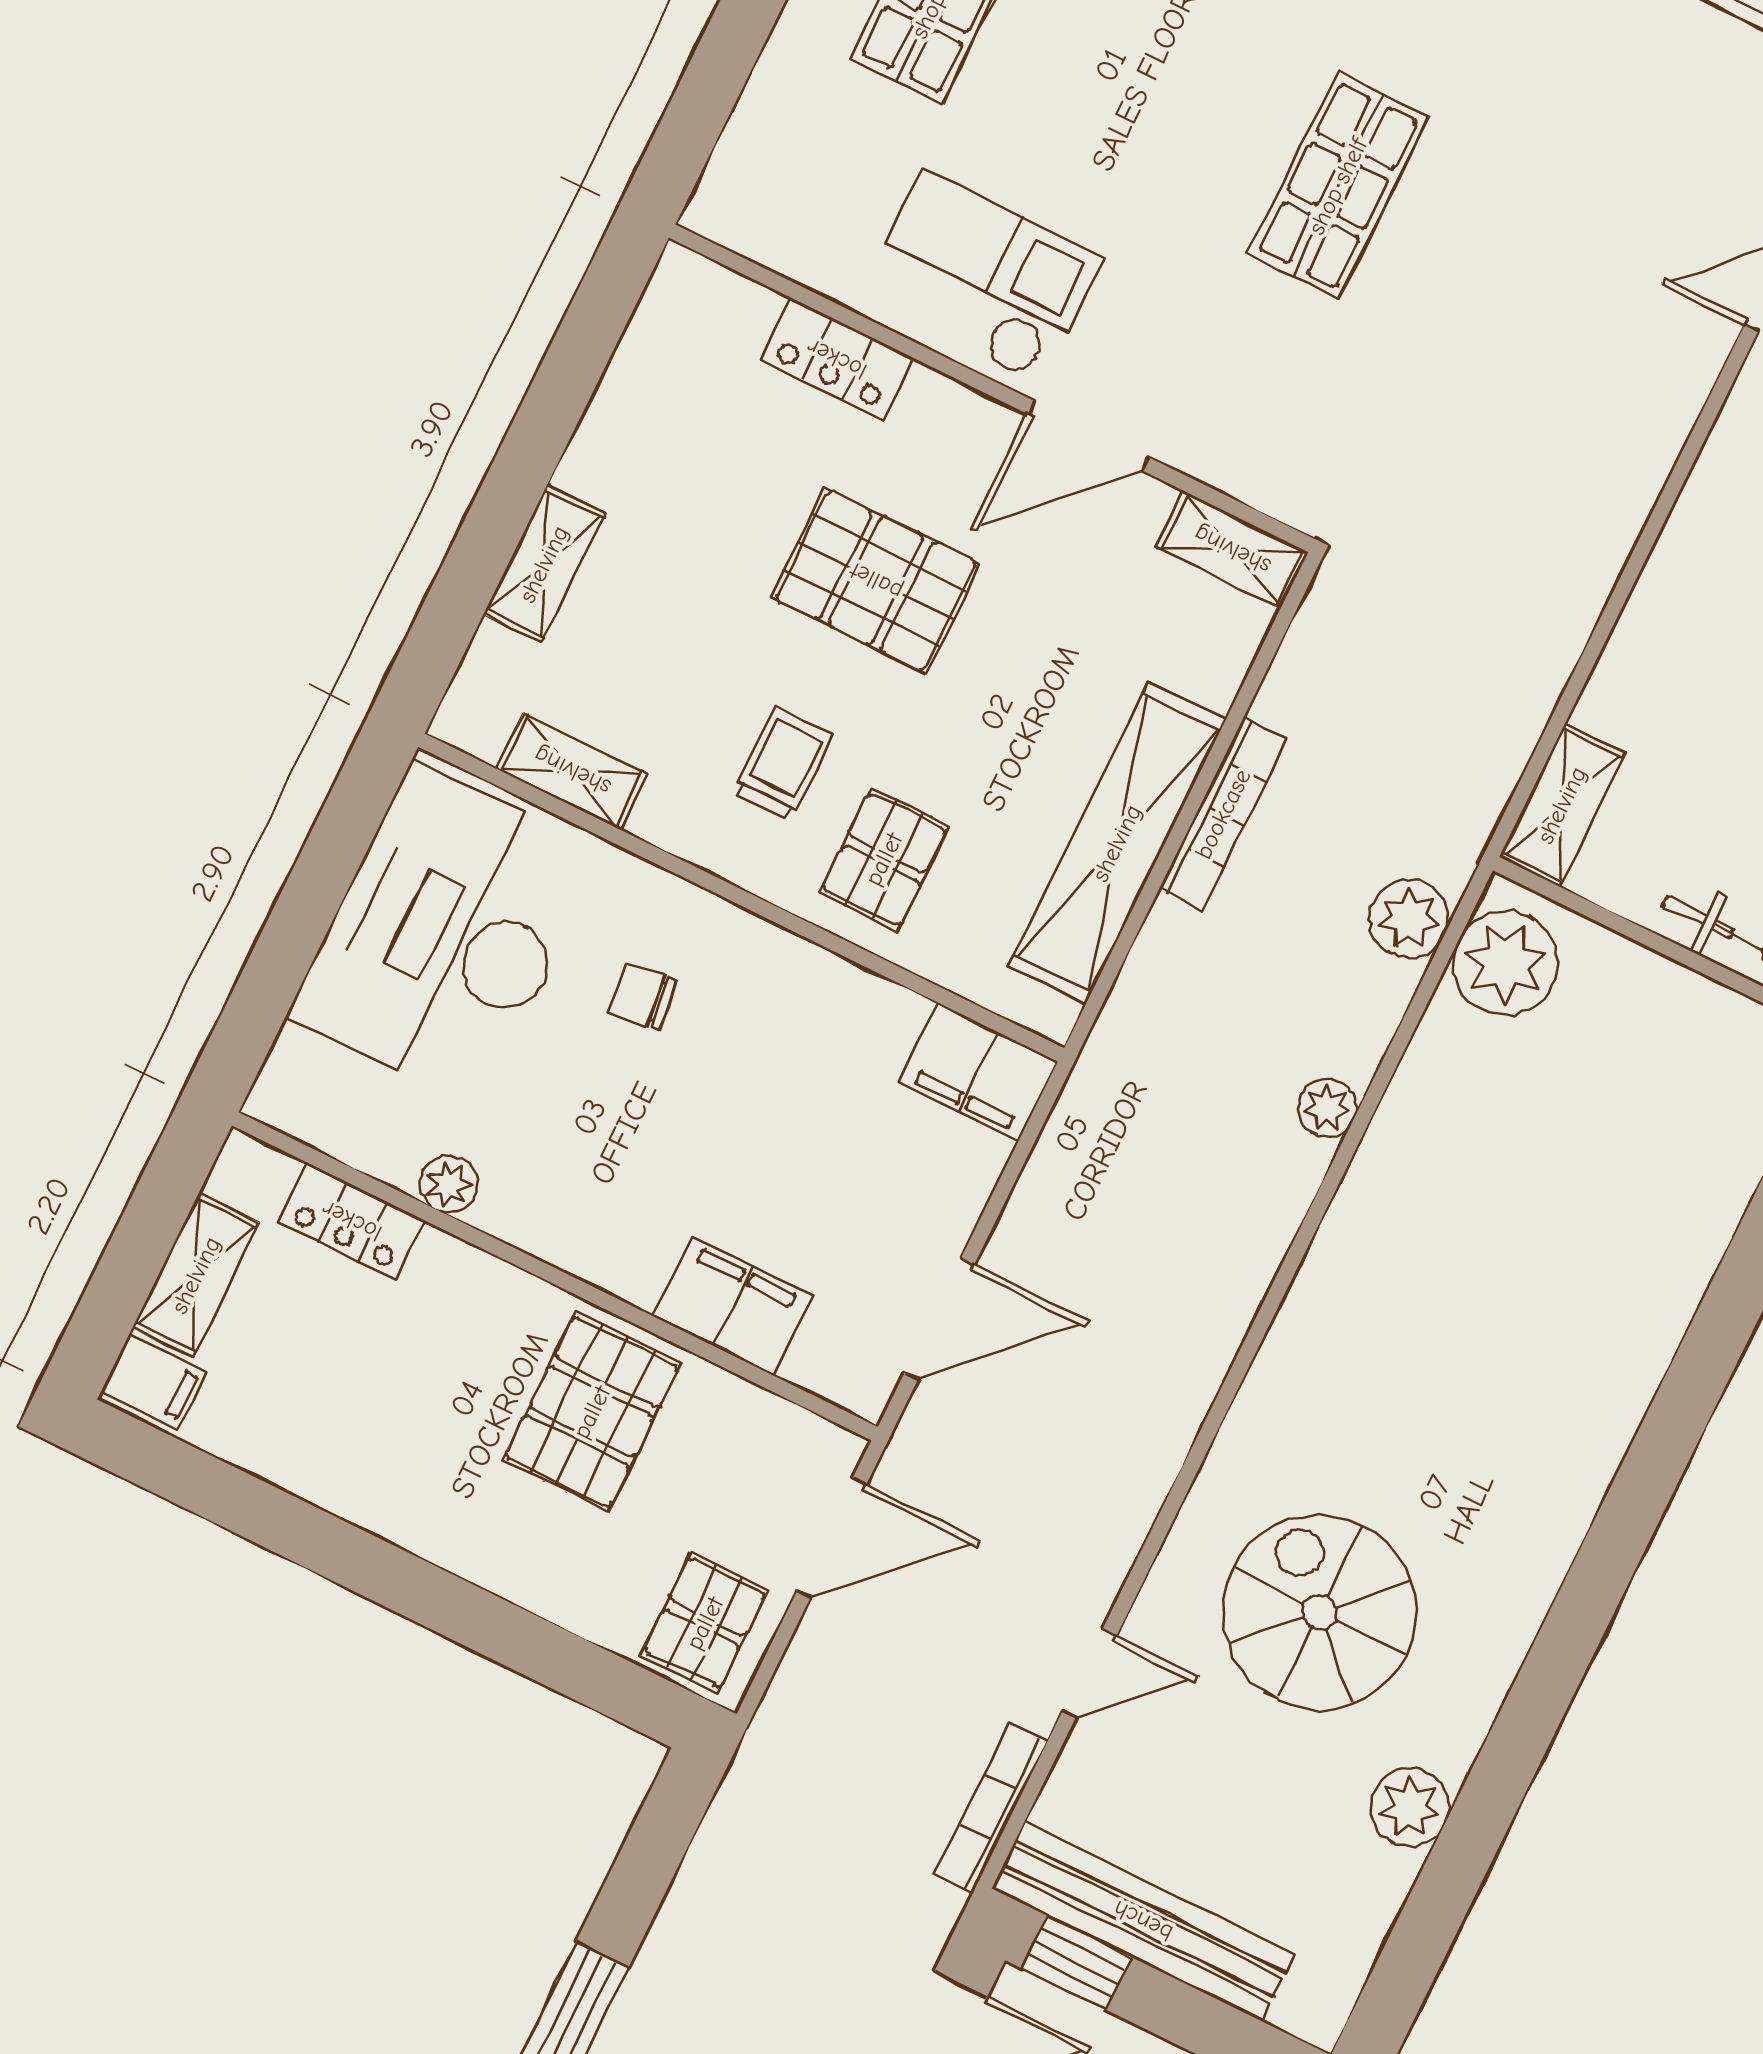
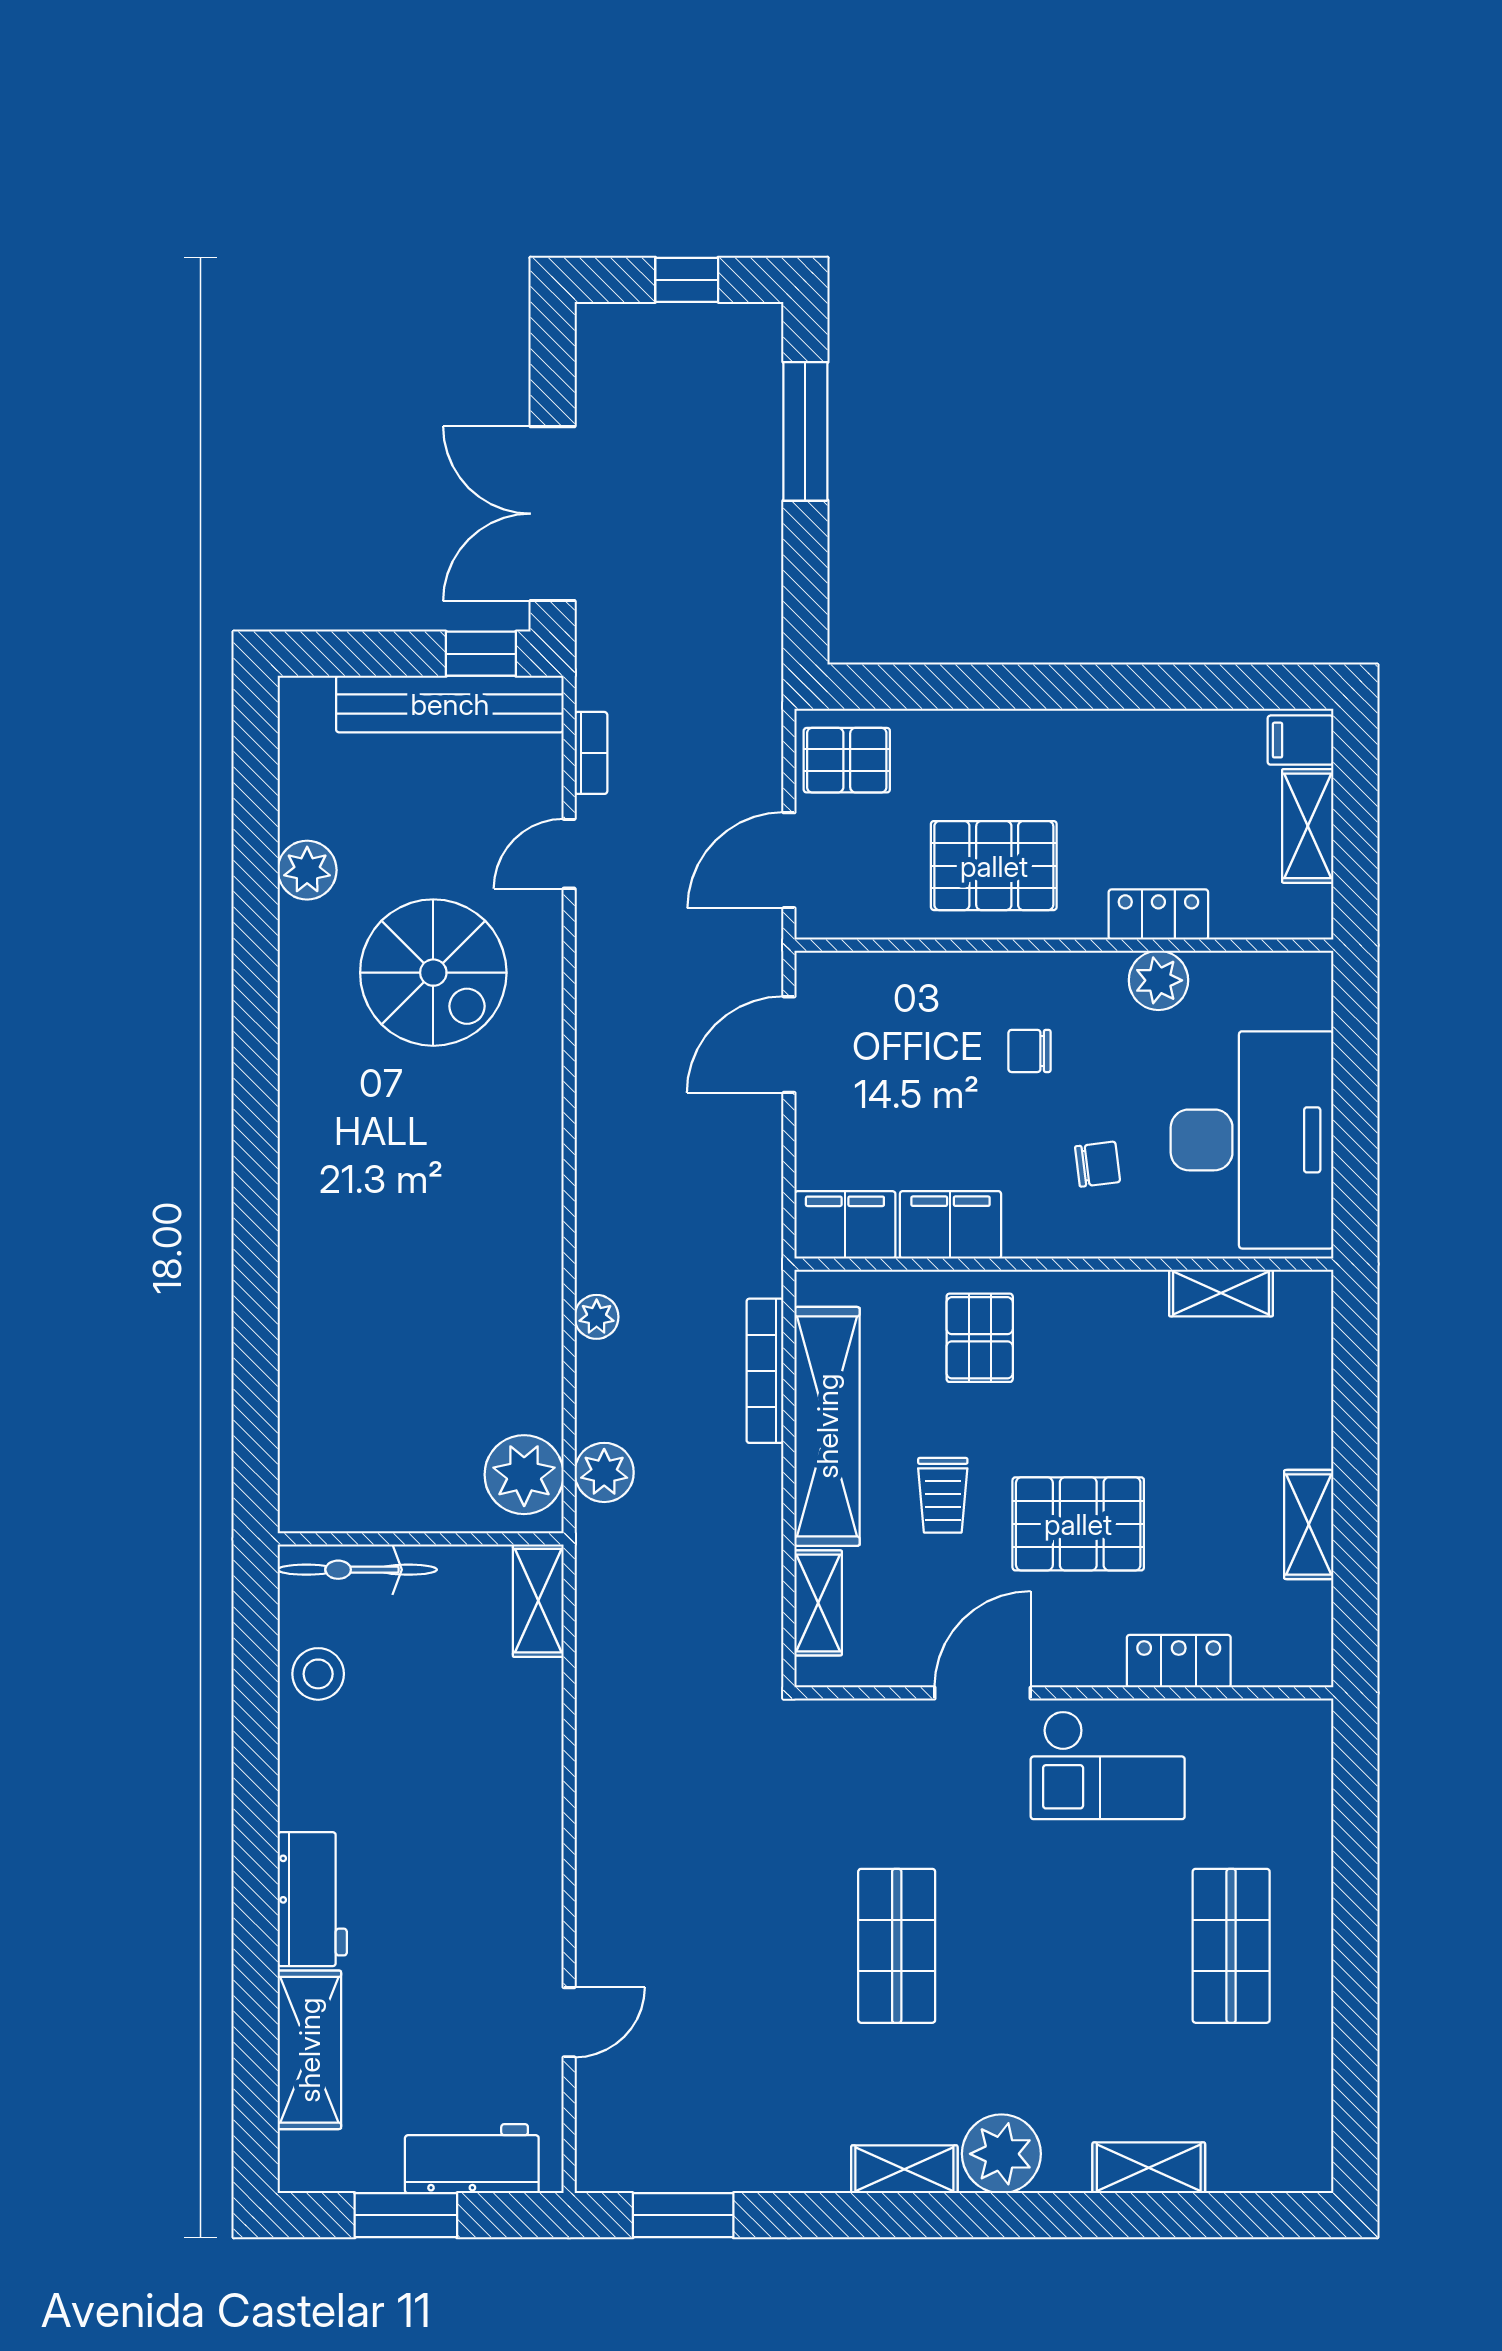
shelving: (1232, 550) -> (818, 1603), moved, turned 90
shelving: (544, 564) -> (1309, 1525), moved
trolley: (783, 764) -> (943, 1495), moved
bookcase: (1223, 814) -> (765, 1371), moved
chair: (658, 1171) -> (1030, 1051), added
plant: (449, 1184) -> (1158, 980), width x1.38, depth x1.38
locker: (352, 1221) -> (1158, 914), moved
filing cabinet: (733, 1306) -> (950, 1225), moved, turned 180
pallet: (592, 1412) -> (994, 866), turned 90
pallet: (705, 1623) -> (847, 760), turned 90
bookcase: (991, 1808) -> (591, 753), width x0.64

